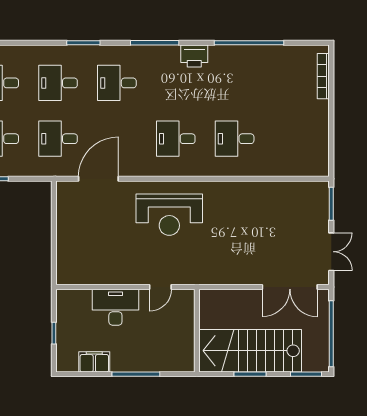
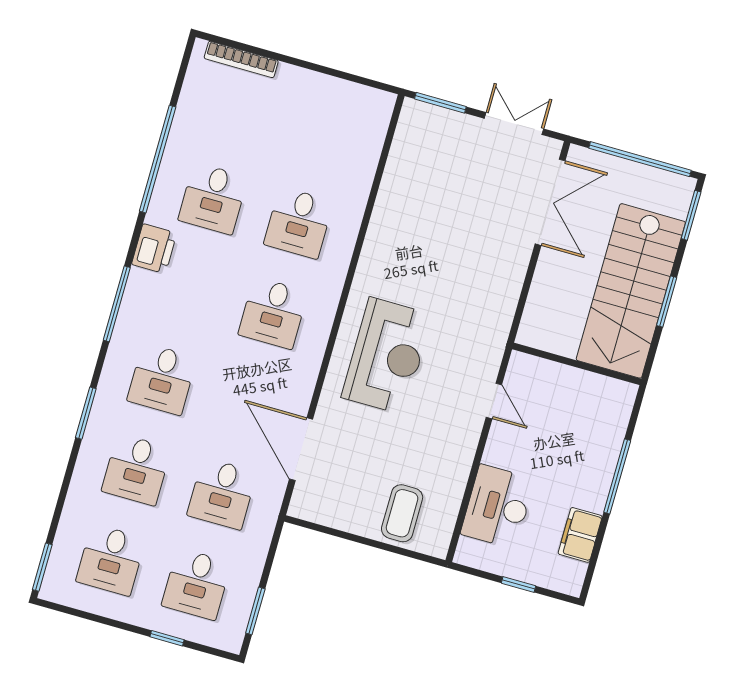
desk: (235, 83) -> (213, 198), added
coffee table: (77, 251) -> (402, 513), added
desk: (115, 307) -> (498, 507), moved

